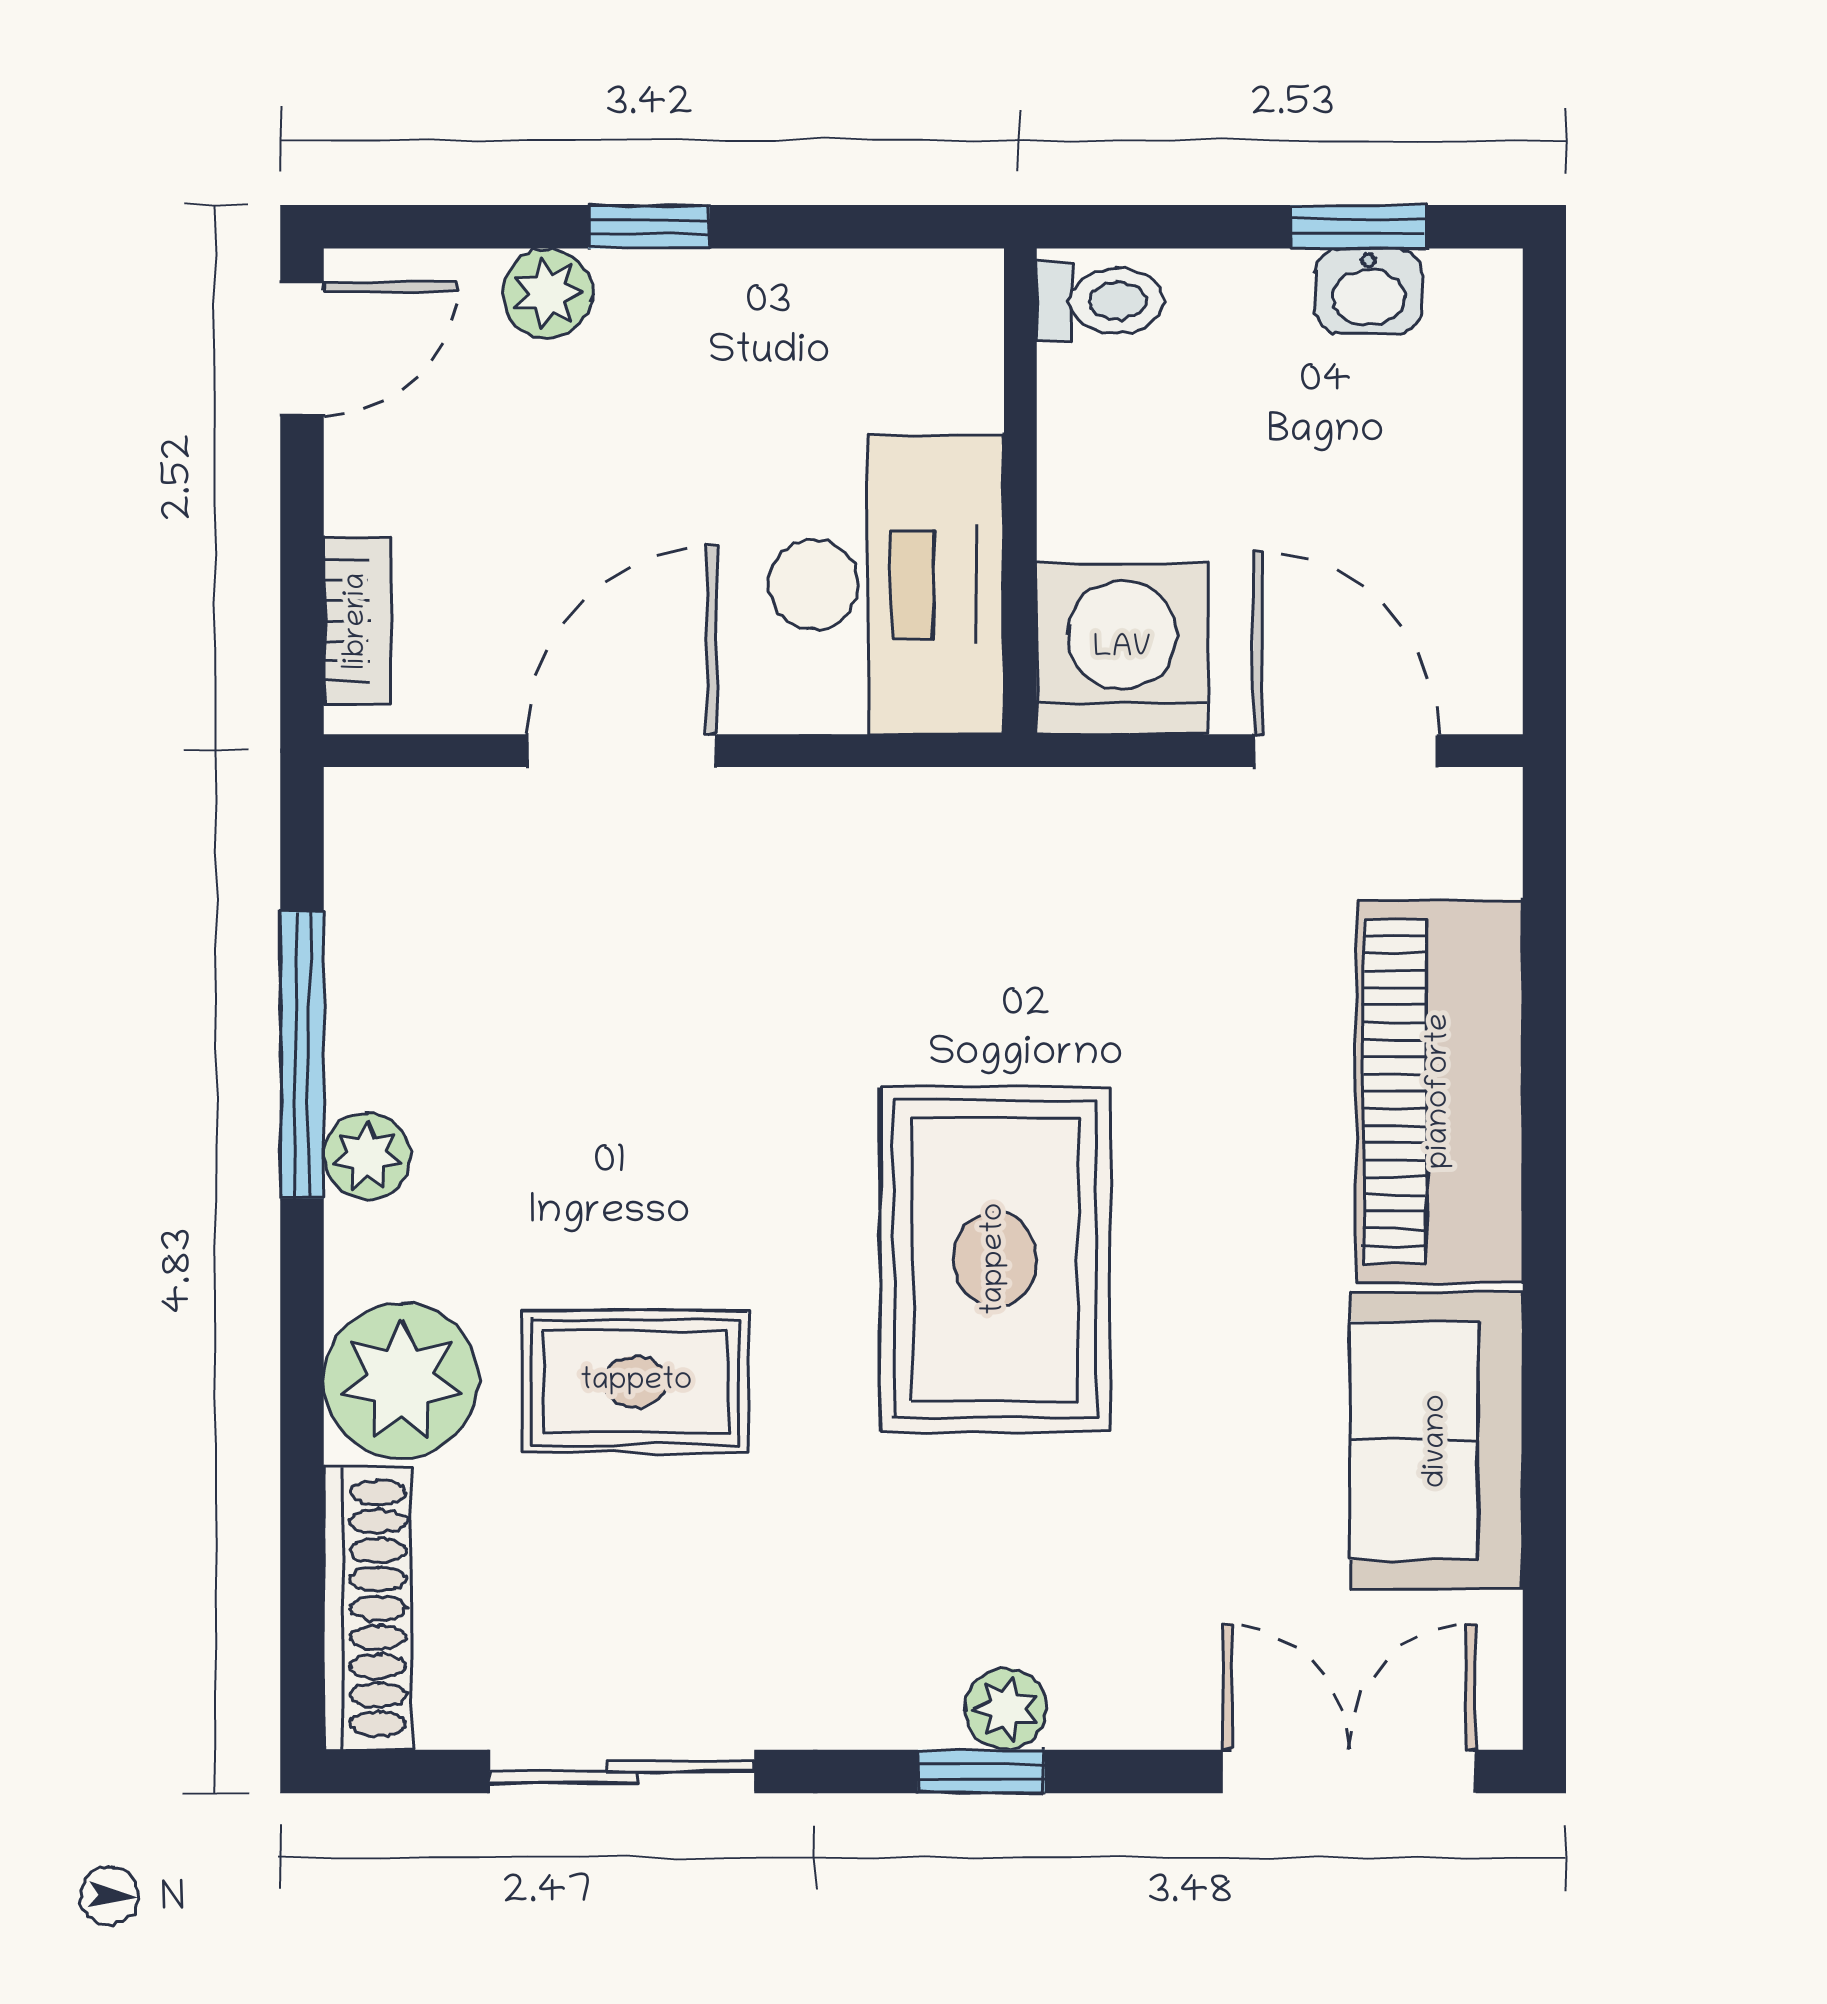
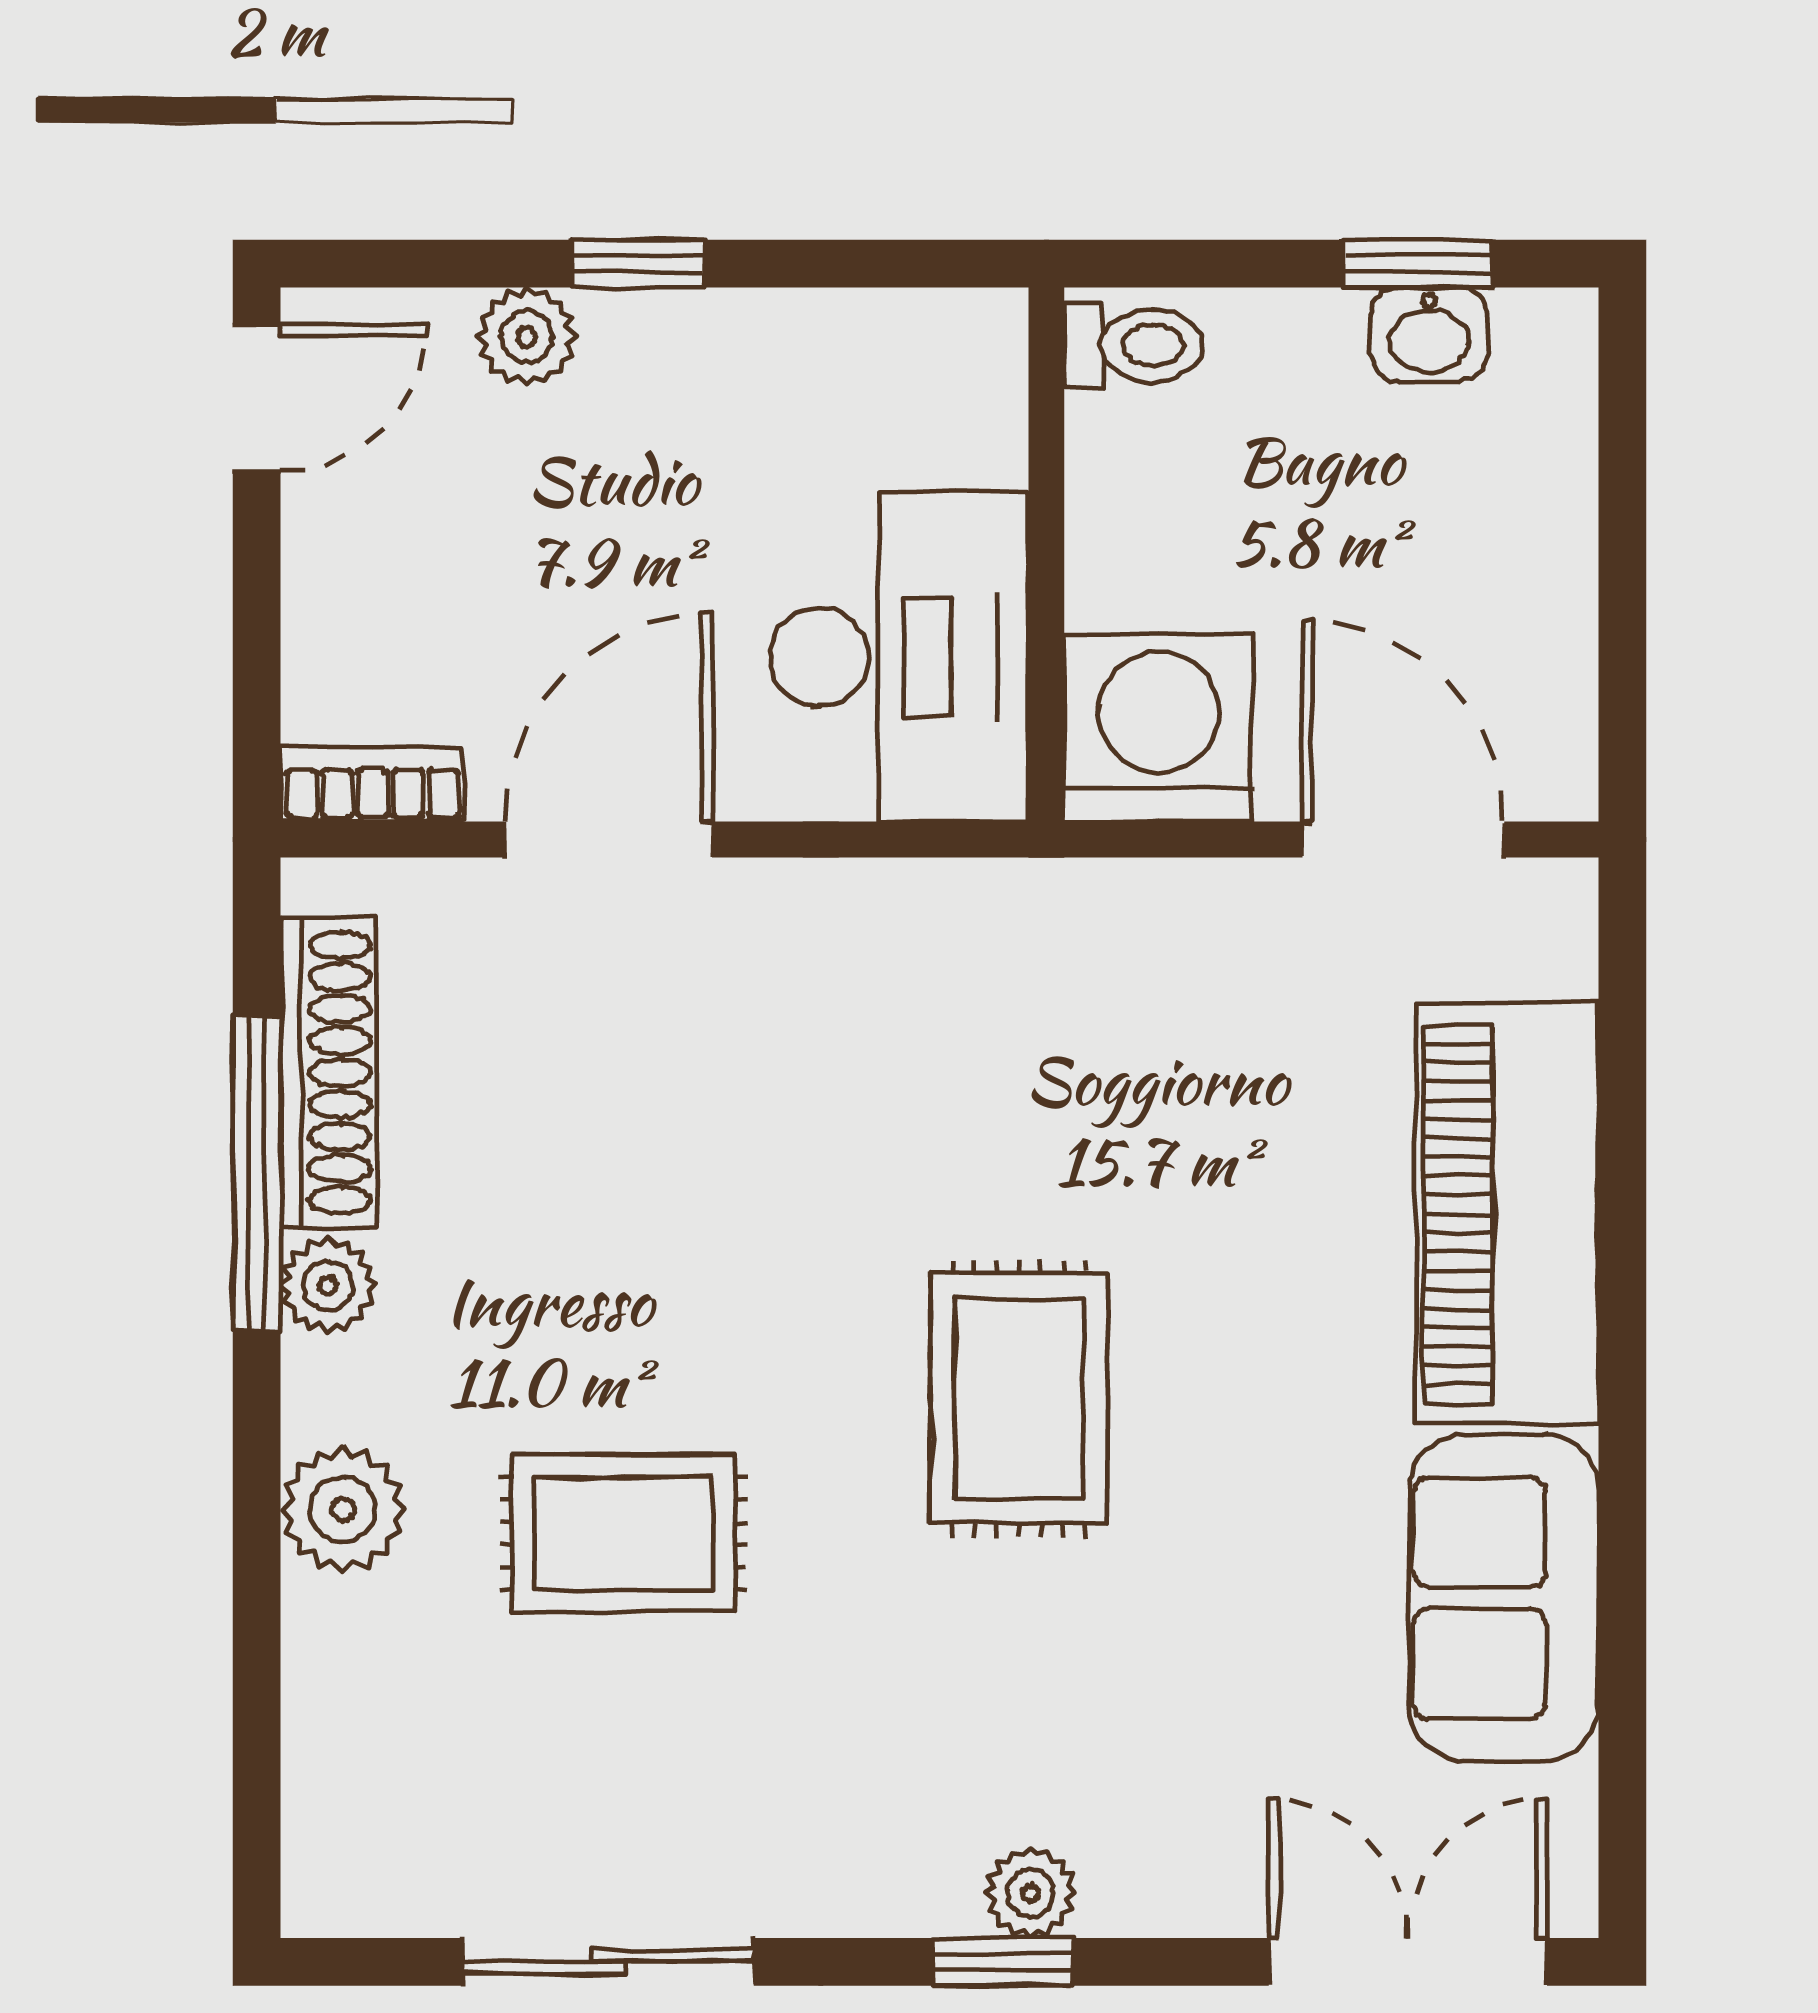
bookcase: (357, 621) -> (373, 785), moved, turned -90
rug: (995, 1259) -> (1019, 1398), width x0.73, depth x0.70
plant: (401, 1381) -> (343, 1509), width x0.73, depth x0.73
shoe rack: (367, 1608) -> (328, 1073), moved

